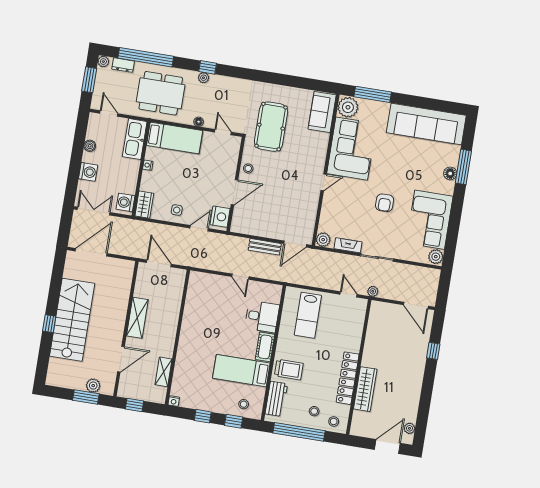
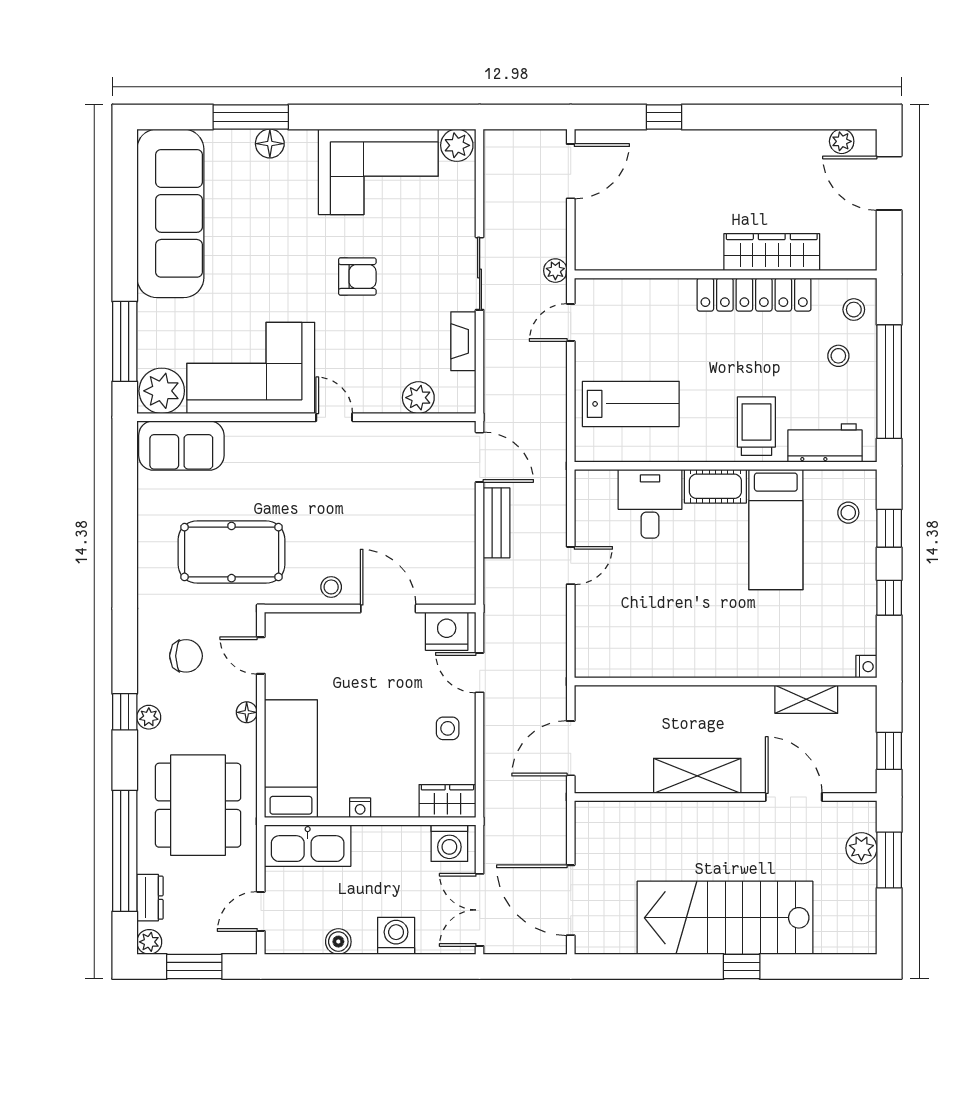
chair: (228, 99) -> (186, 656), added
door: (223, 132) -> (261, 655), hinge flipped
plant: (323, 240) -> (418, 398), moved

